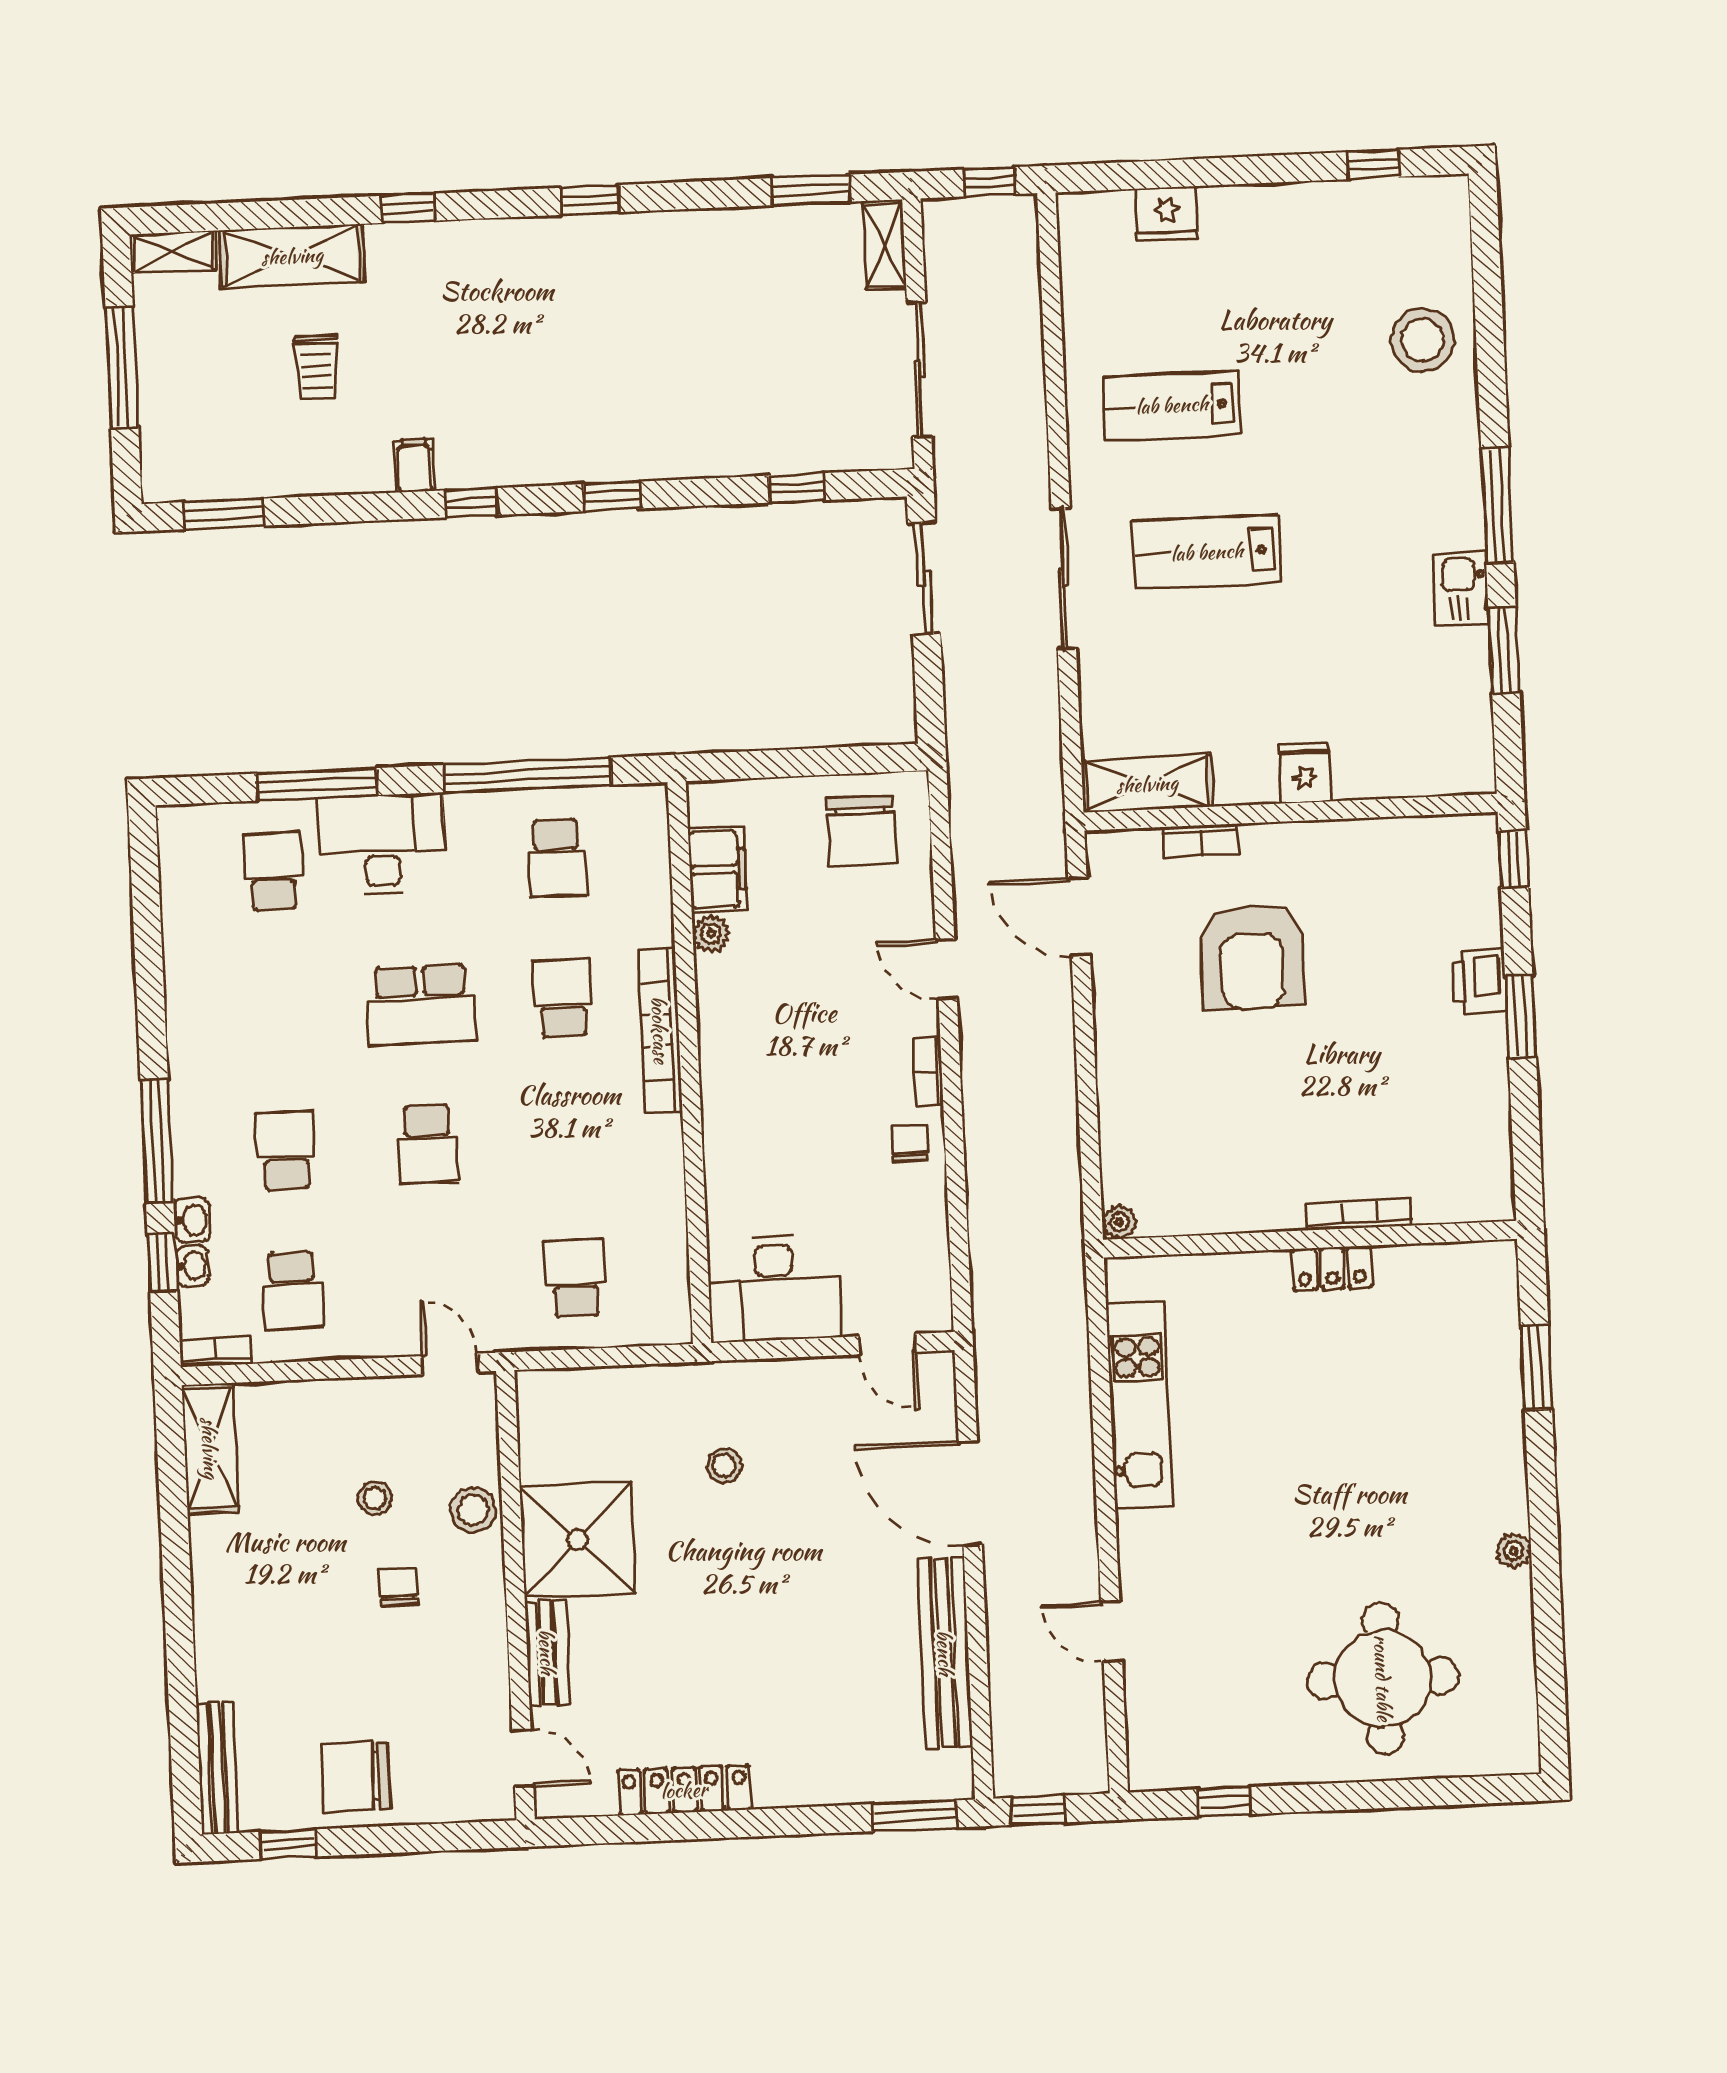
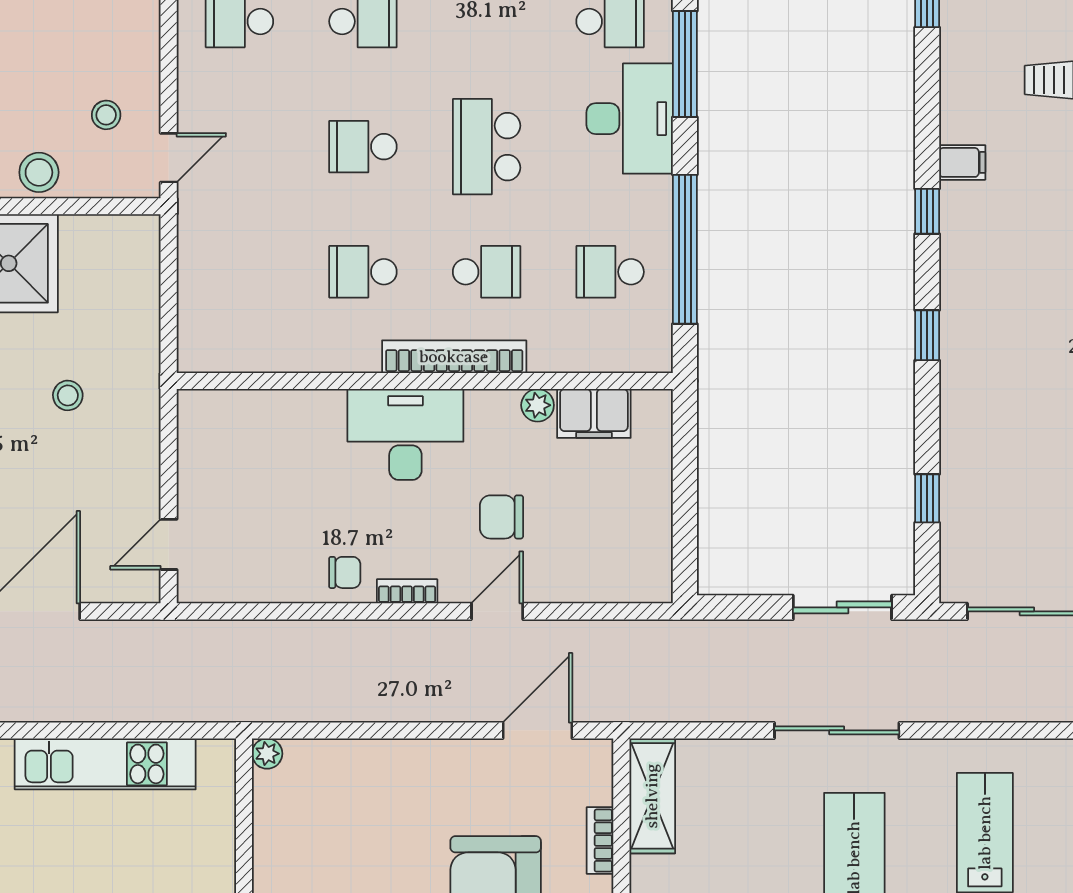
chair: (861, 831) -> (502, 517), moved, width x0.73, depth x0.73
school desk: (575, 1278) -> (363, 272), moved, turned 180
desk: (774, 1289) -> (405, 434), moved, turned 90
stool: (375, 1498) -> (106, 115), moved

